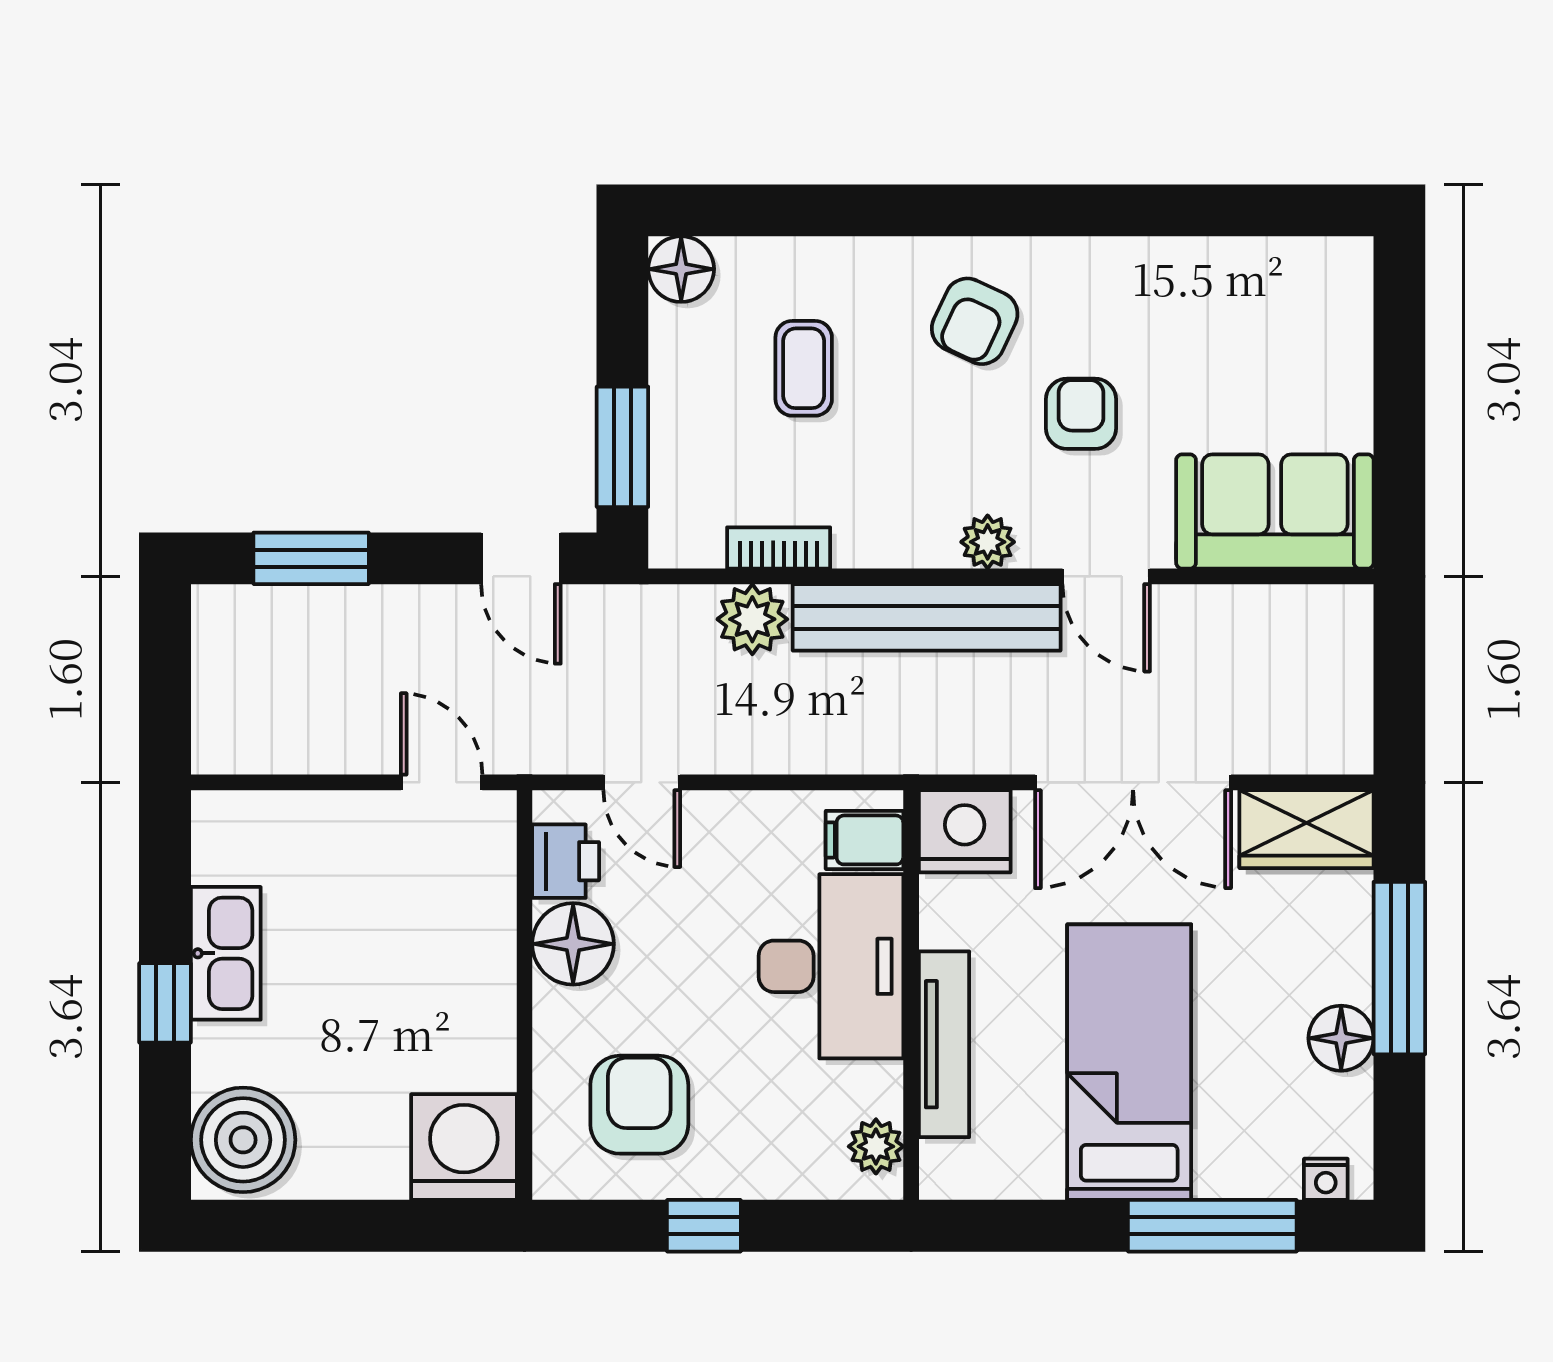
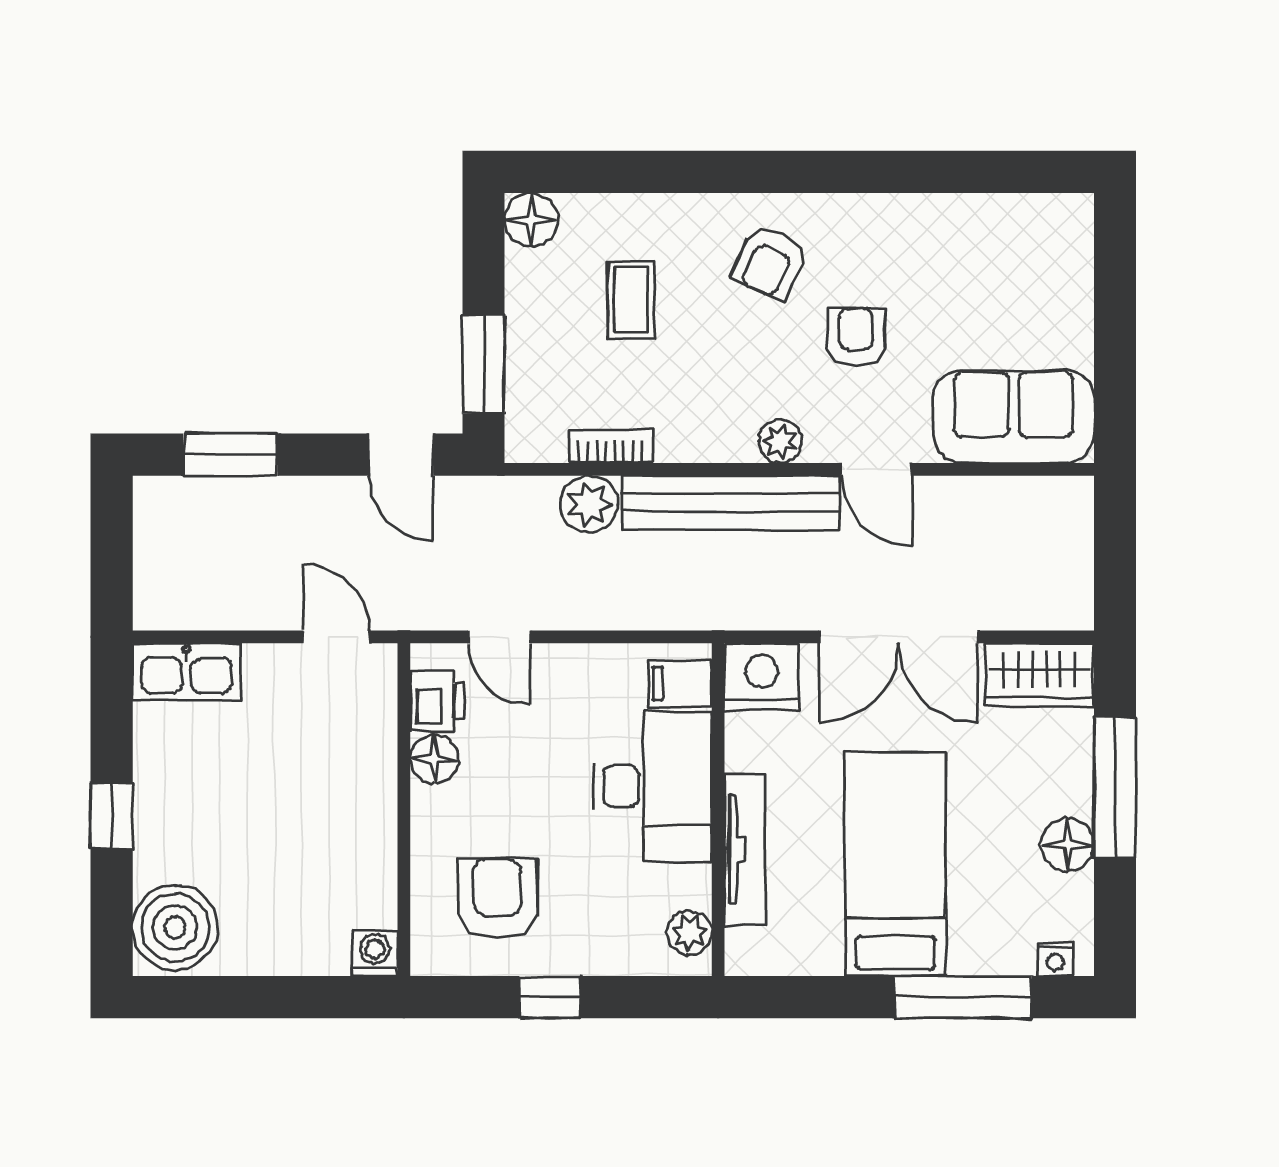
floor lamp: (573, 944) -> (434, 759), width x0.73, depth x0.73
kitchen sink: (226, 953) -> (187, 672), moved, turned 90
washing machine: (464, 1147) -> (375, 953), width x0.53, depth x0.53

